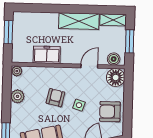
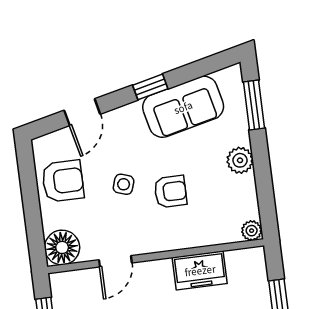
boiler: (114, 59) -> (71, 282), removed
plant: (18, 96) -> (240, 160), moved
armchair: (55, 98) -> (170, 192), turned -103

